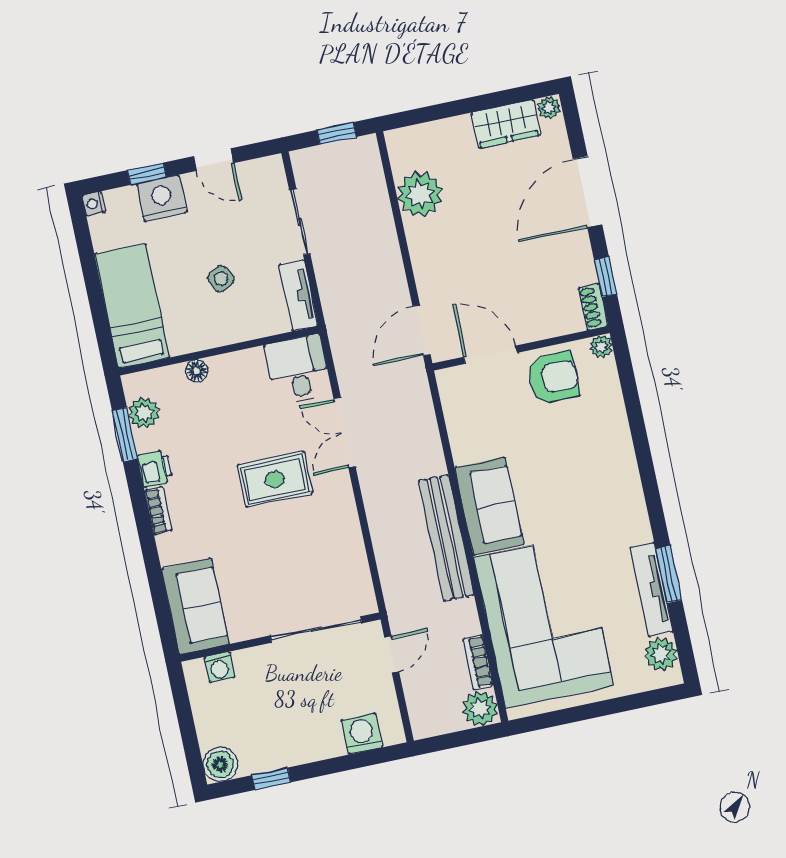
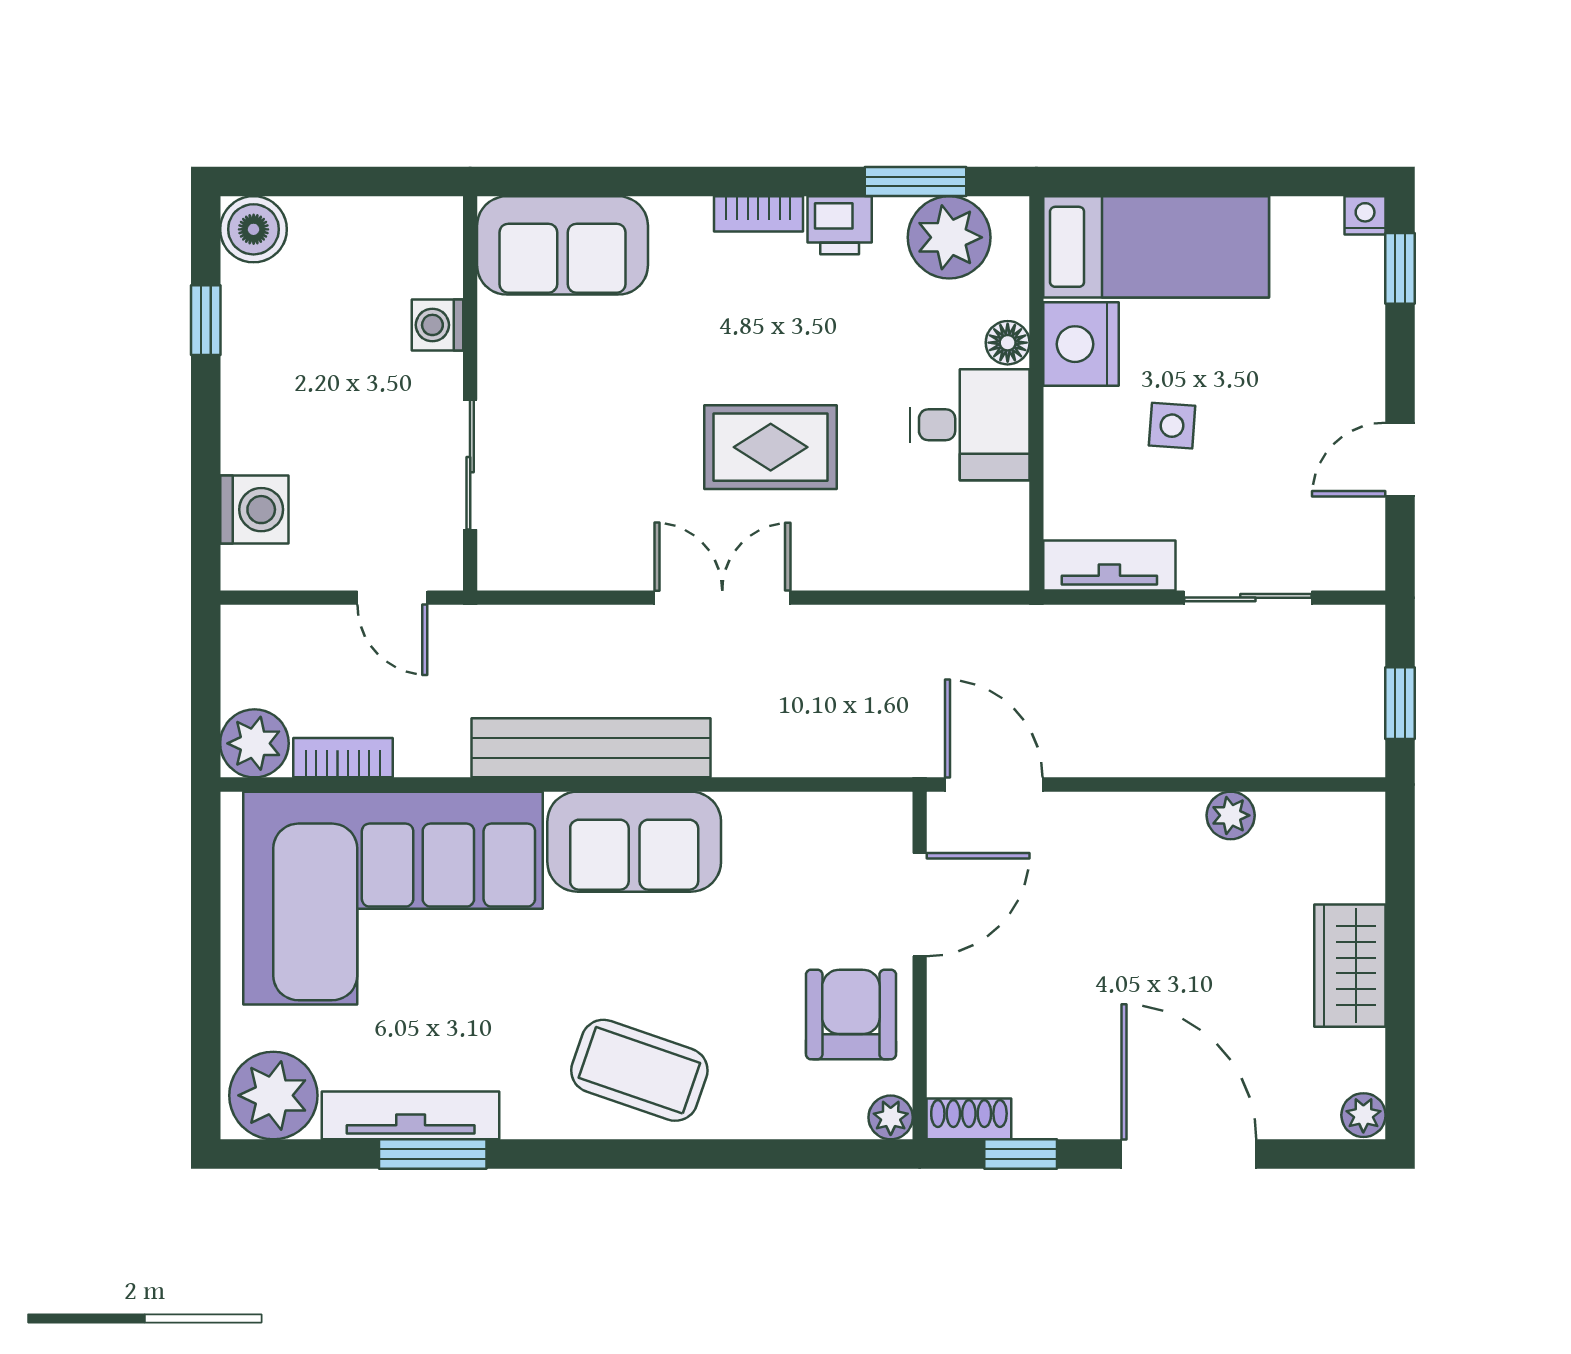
wardrobe: (506, 124) -> (1350, 966), moved
window: (147, 174) -> (1400, 268), moved
plant: (420, 194) -> (1231, 815), width x0.53, depth x0.53
nightstand: (162, 198) -> (1081, 344), moved, turned 180
side table: (221, 279) -> (1172, 426), turned 32
desk: (298, 369) -> (969, 425), moved
armchair: (553, 378) -> (851, 1014), turned 180
plant: (144, 413) -> (949, 237), width x1.36, depth x1.36
double door: (345, 433) -> (722, 598), moved
rug: (275, 479) -> (771, 447), turned 90
coffee table: (604, 479) -> (639, 1070), added
sliding door: (316, 629) -> (470, 465), width x0.73
plant: (661, 654) -> (273, 1095), width x1.36, depth x1.36
washing machine: (219, 667) -> (438, 325), moved

